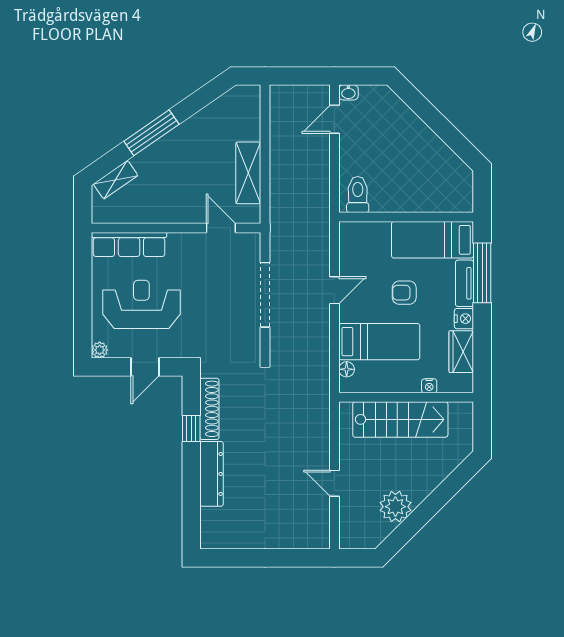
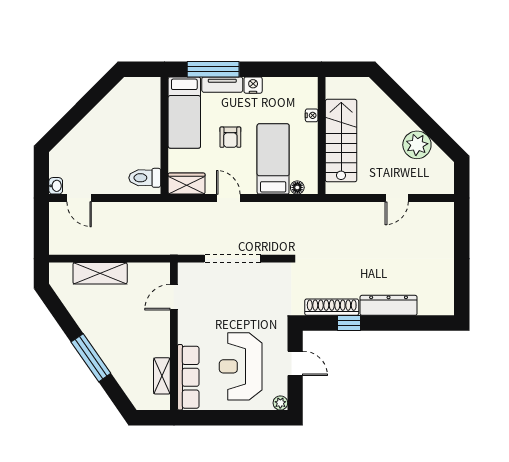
shelving: (248, 173) -> (100, 273), moved
shelving: (116, 180) -> (162, 376), moved, turned 35
wardrobe: (461, 352) -> (187, 184), moved, turned 180

